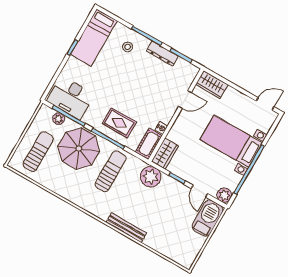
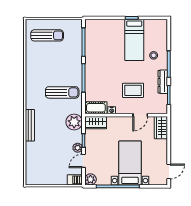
bed: (94, 38) -> (134, 40), moved, turned -90
desk: (71, 97) -> (97, 36), removed
door: (185, 99) -> (140, 115), hinge flipped
door: (265, 104) -> (169, 171), hinge flipped
plant: (59, 119) -> (78, 148), moved
rug: (119, 123) -> (133, 90), moved, turned 90
parasol: (79, 149) -> (65, 62), removed
barbecue: (208, 218) -> (75, 180), width x0.53, depth x0.65

